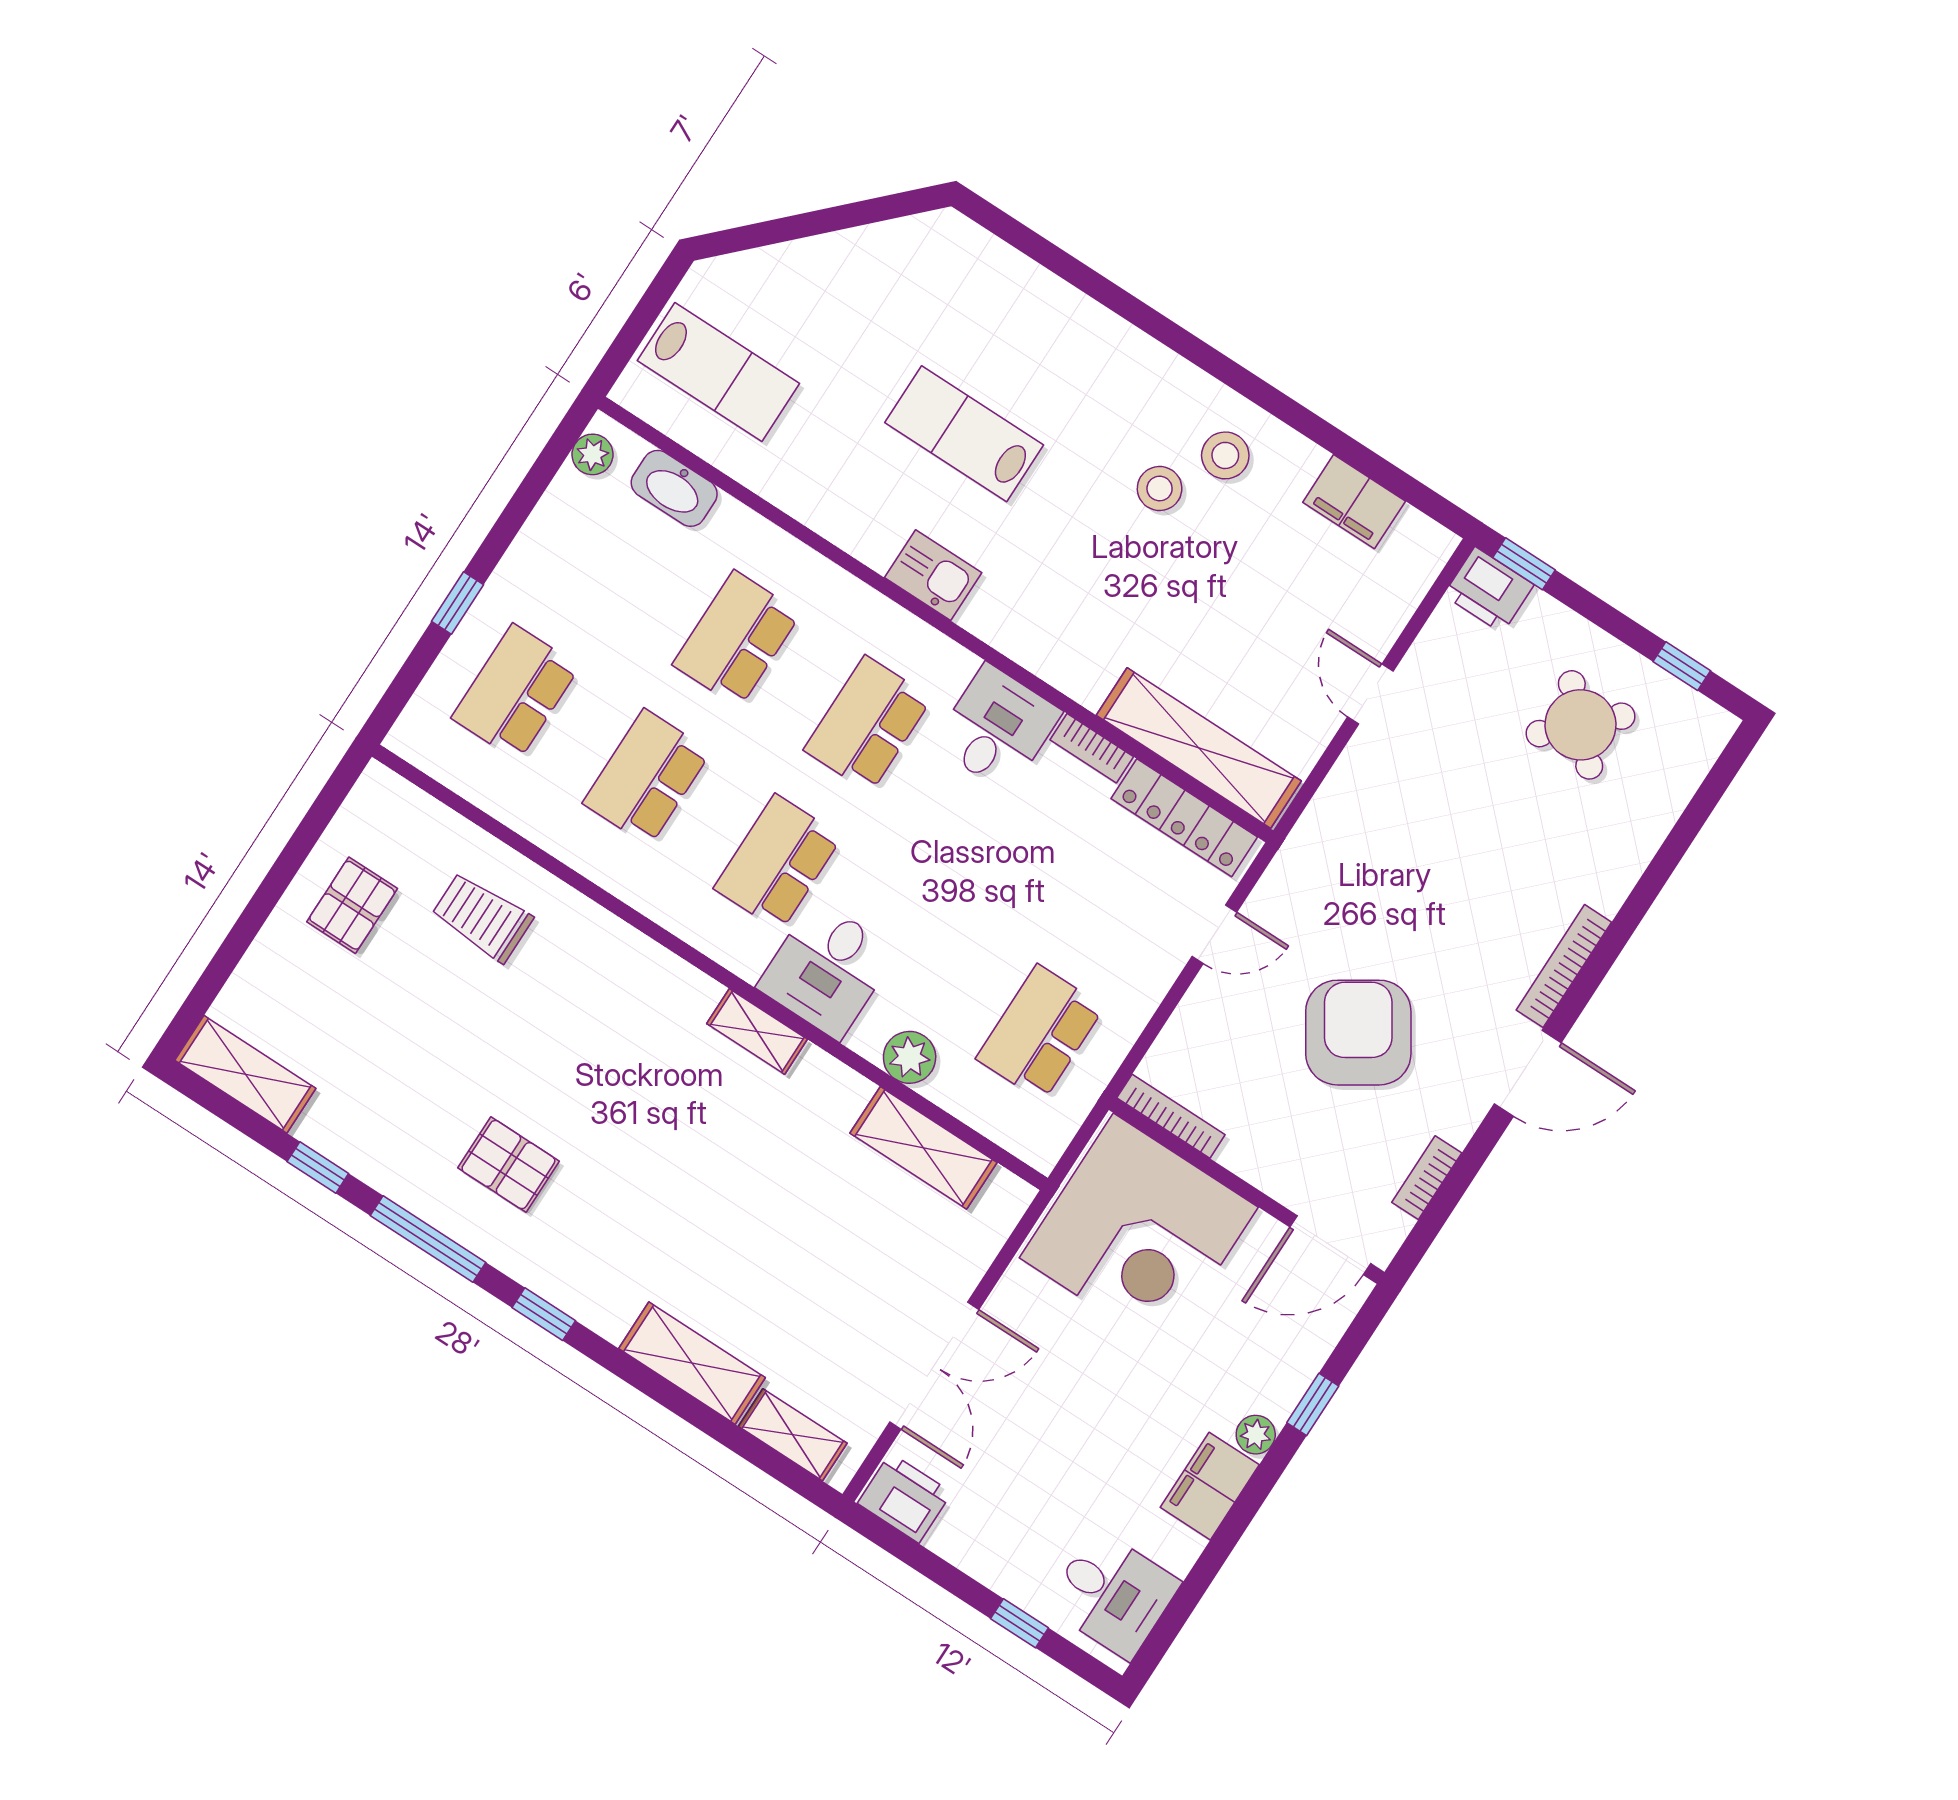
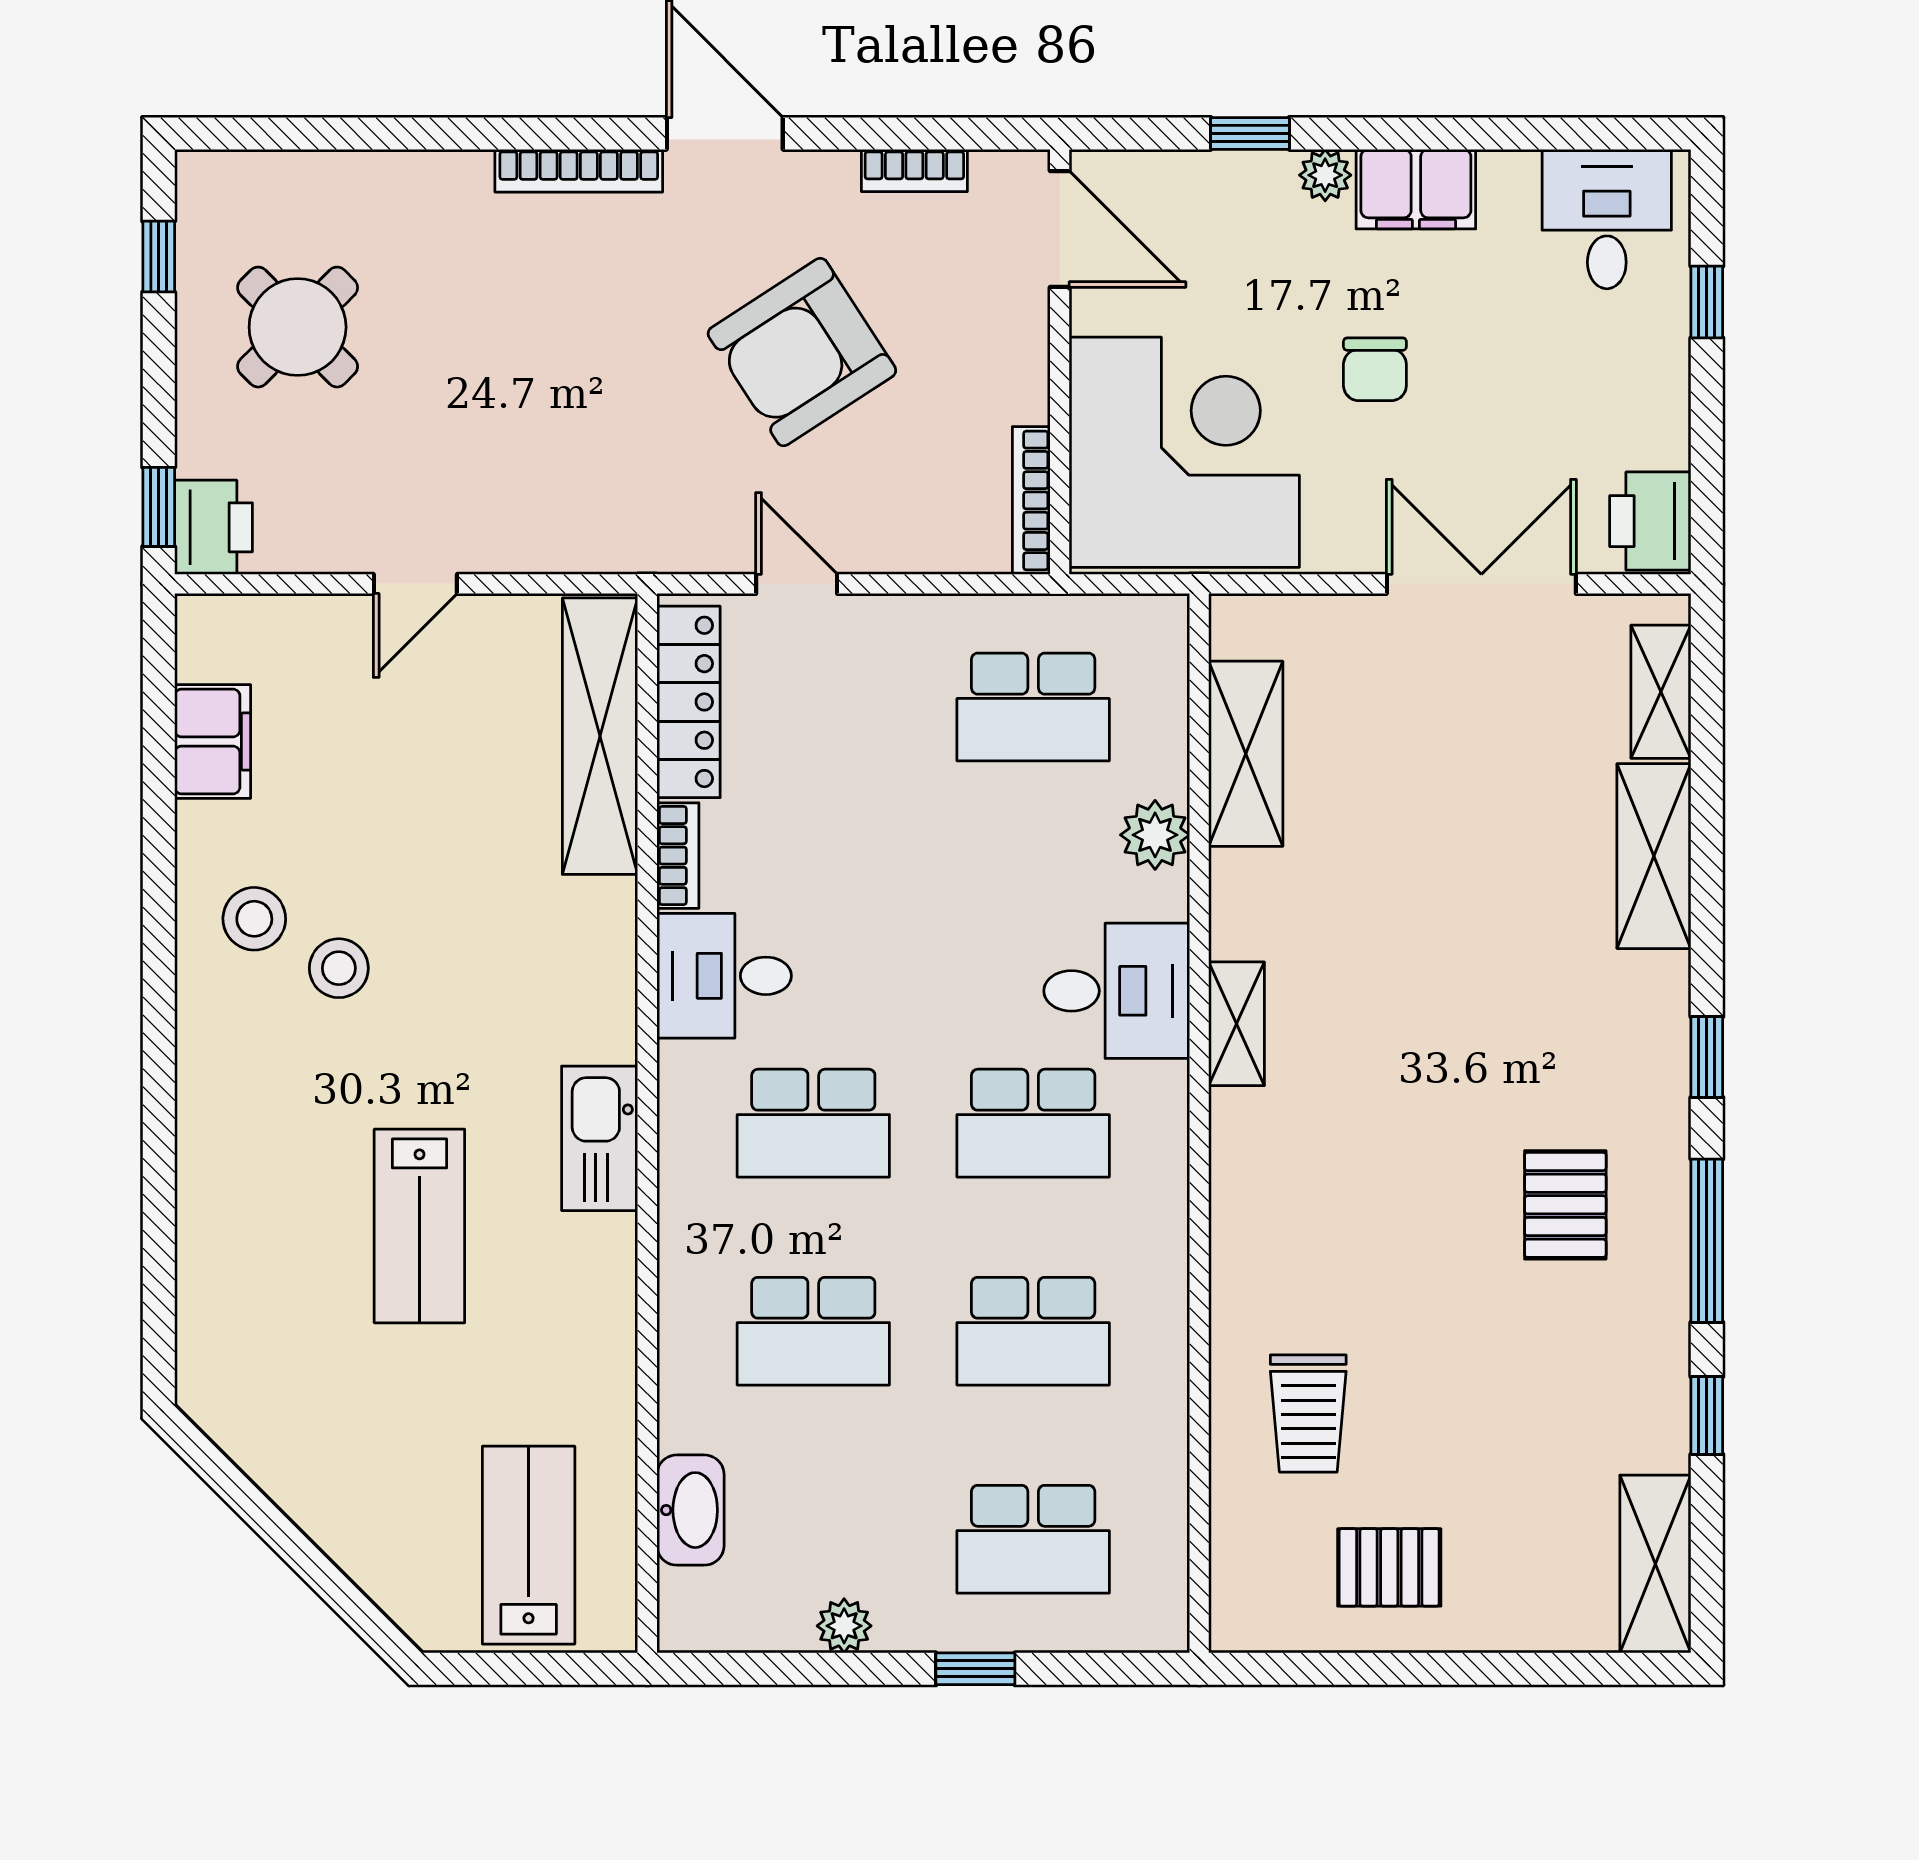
plant: (593, 454) -> (844, 1626), moved
kitchen sink: (933, 575) -> (600, 1138), width x1.38
chair: (1113, 1387) -> (1375, 369), added

